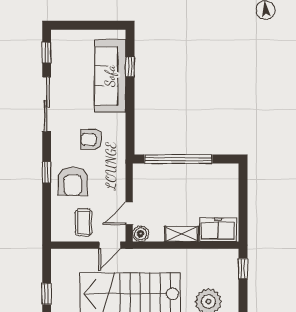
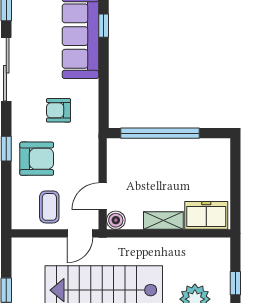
armchair: (73, 181) -> (37, 159), turned -90
window: (243, 269) -> (235, 283), moved

